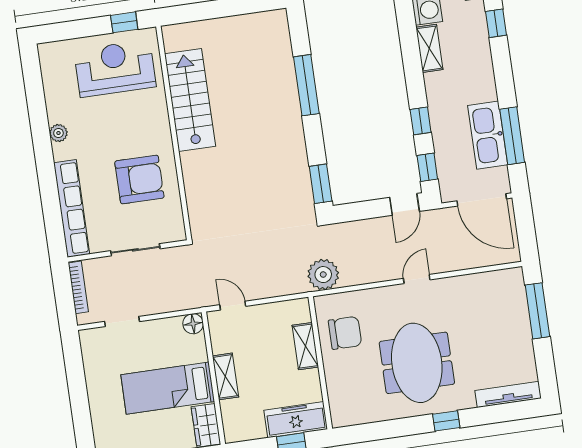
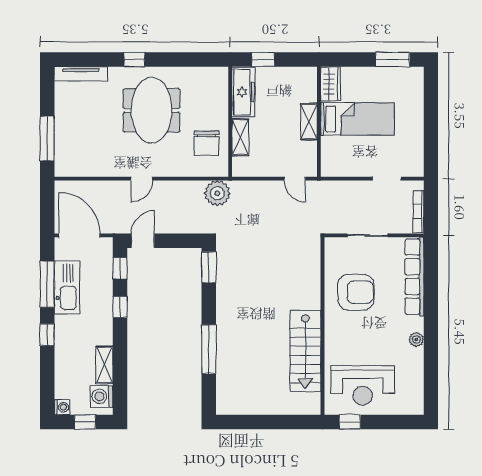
window: (496, 23) -> (47, 335), moved
armchair: (139, 179) -> (356, 292), turned 180
floor lamp: (193, 324) -> (329, 168), removed
chair: (345, 333) -> (206, 143), turned -90
freezer: (296, 420) -> (243, 92), moved, turned -90

